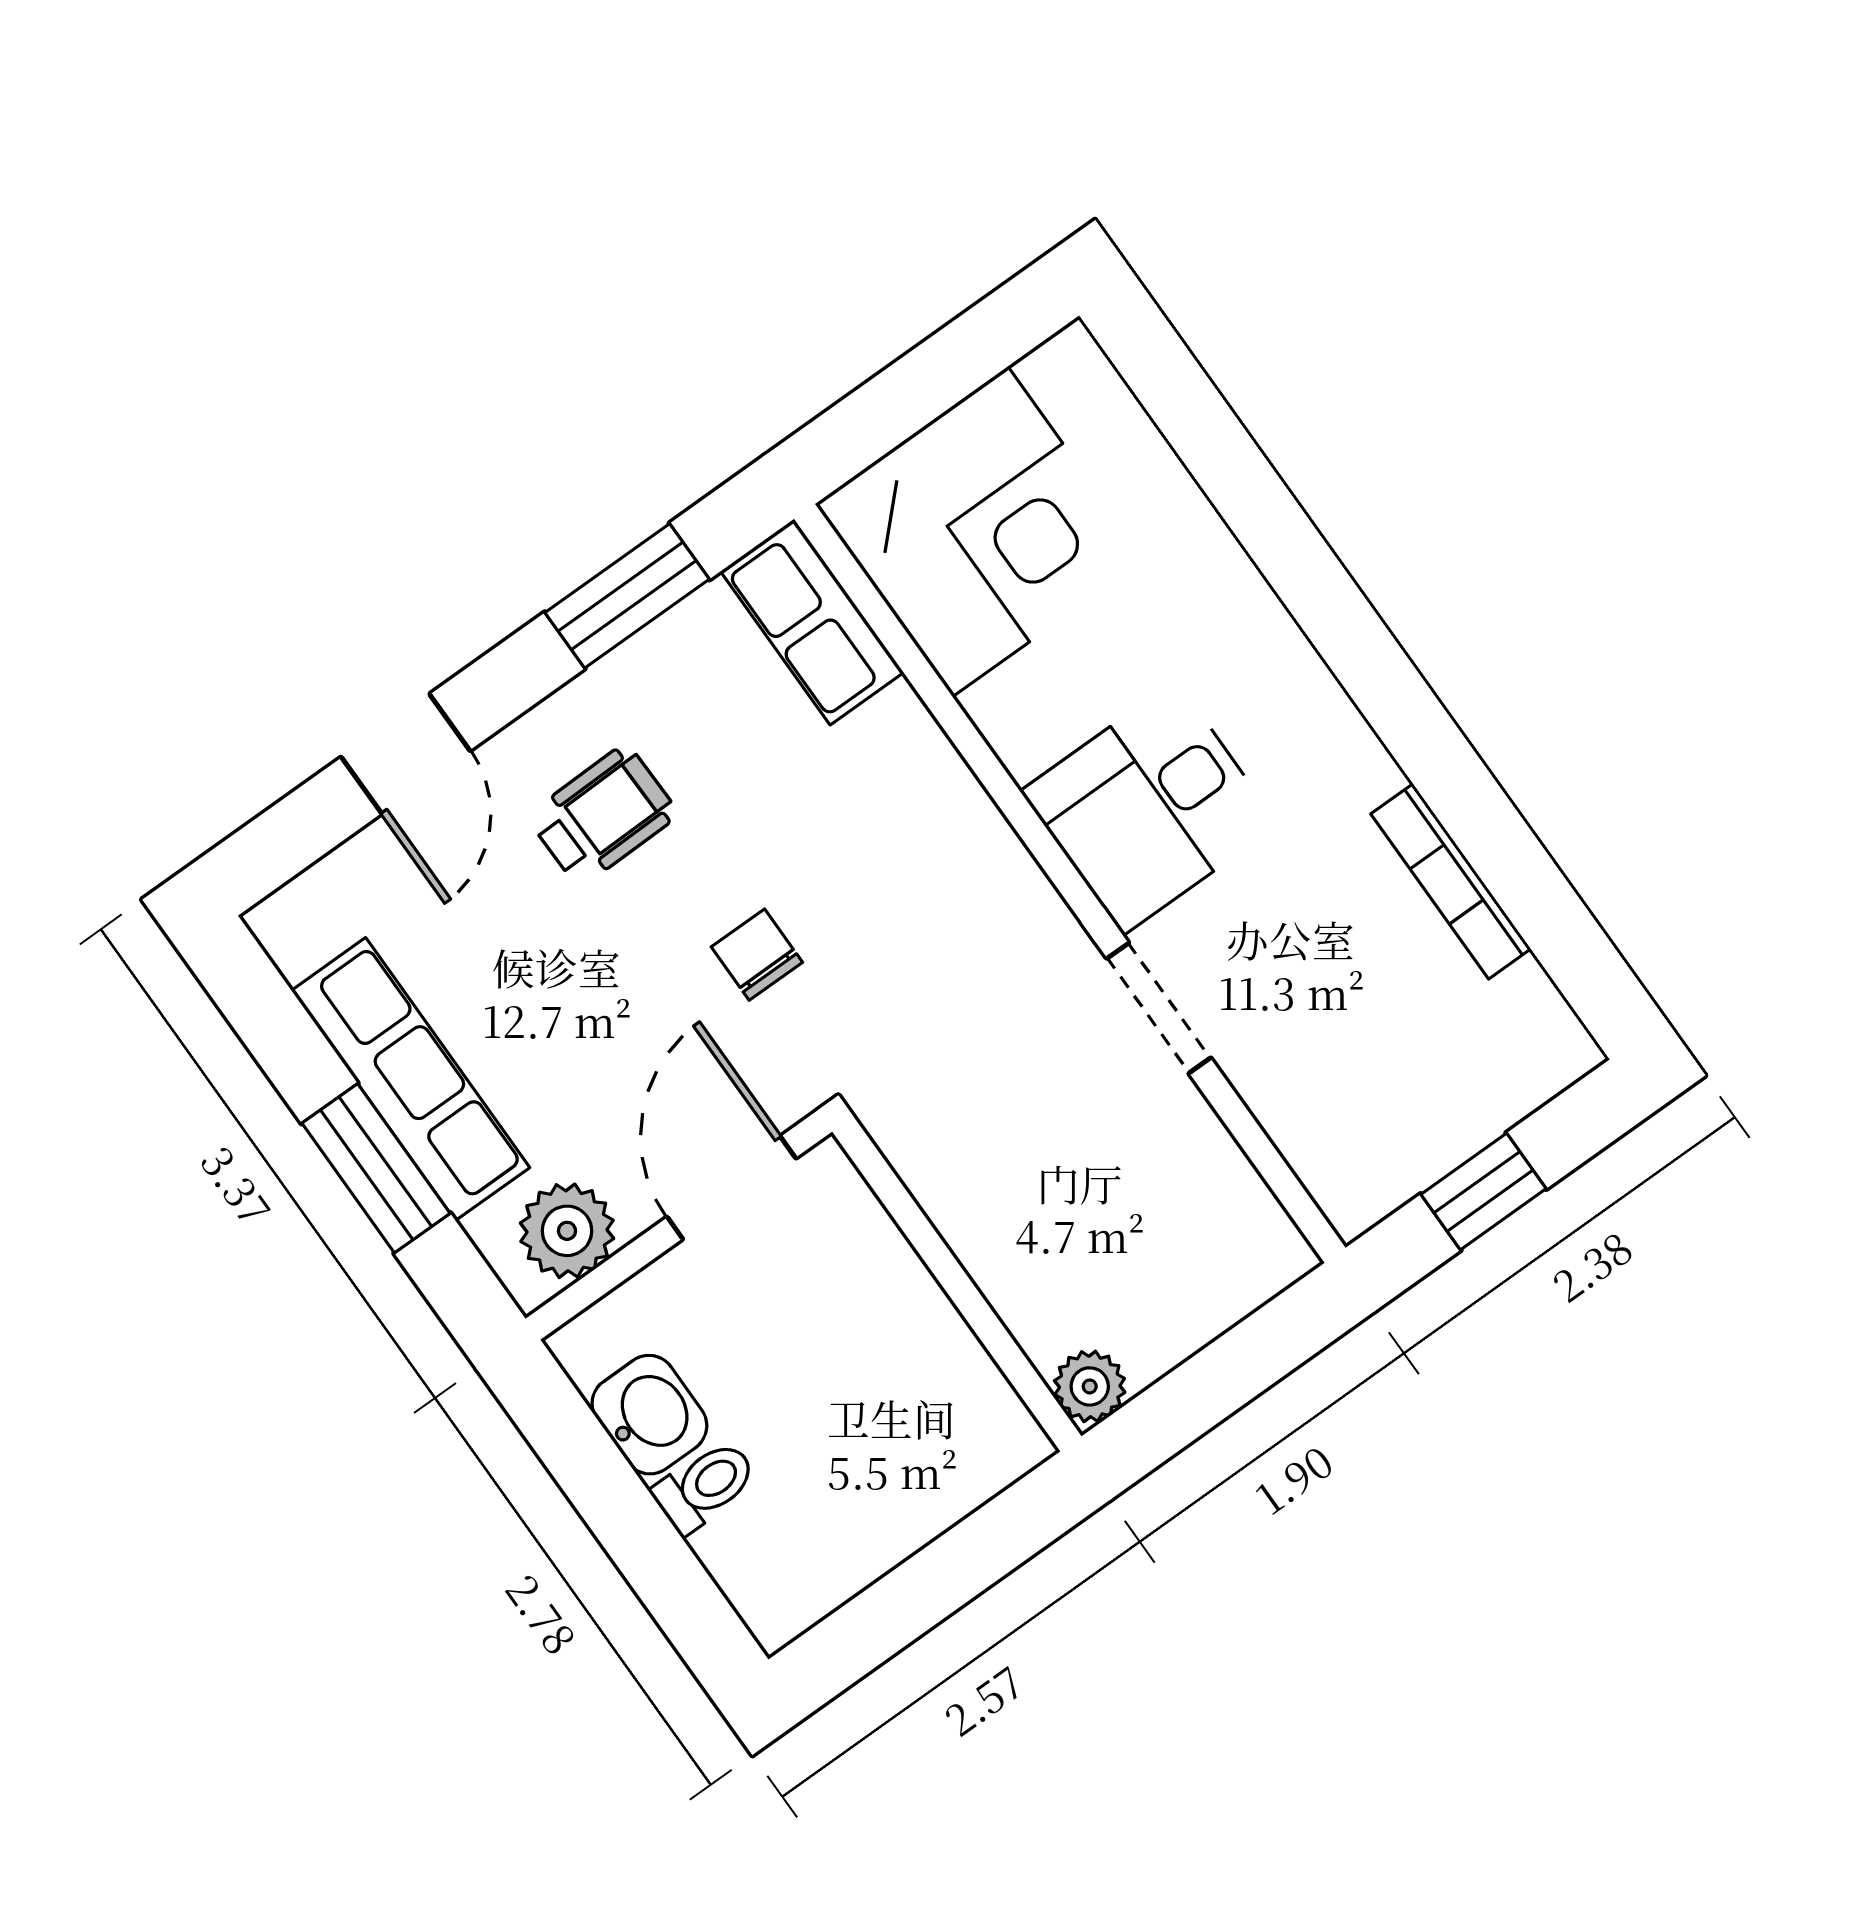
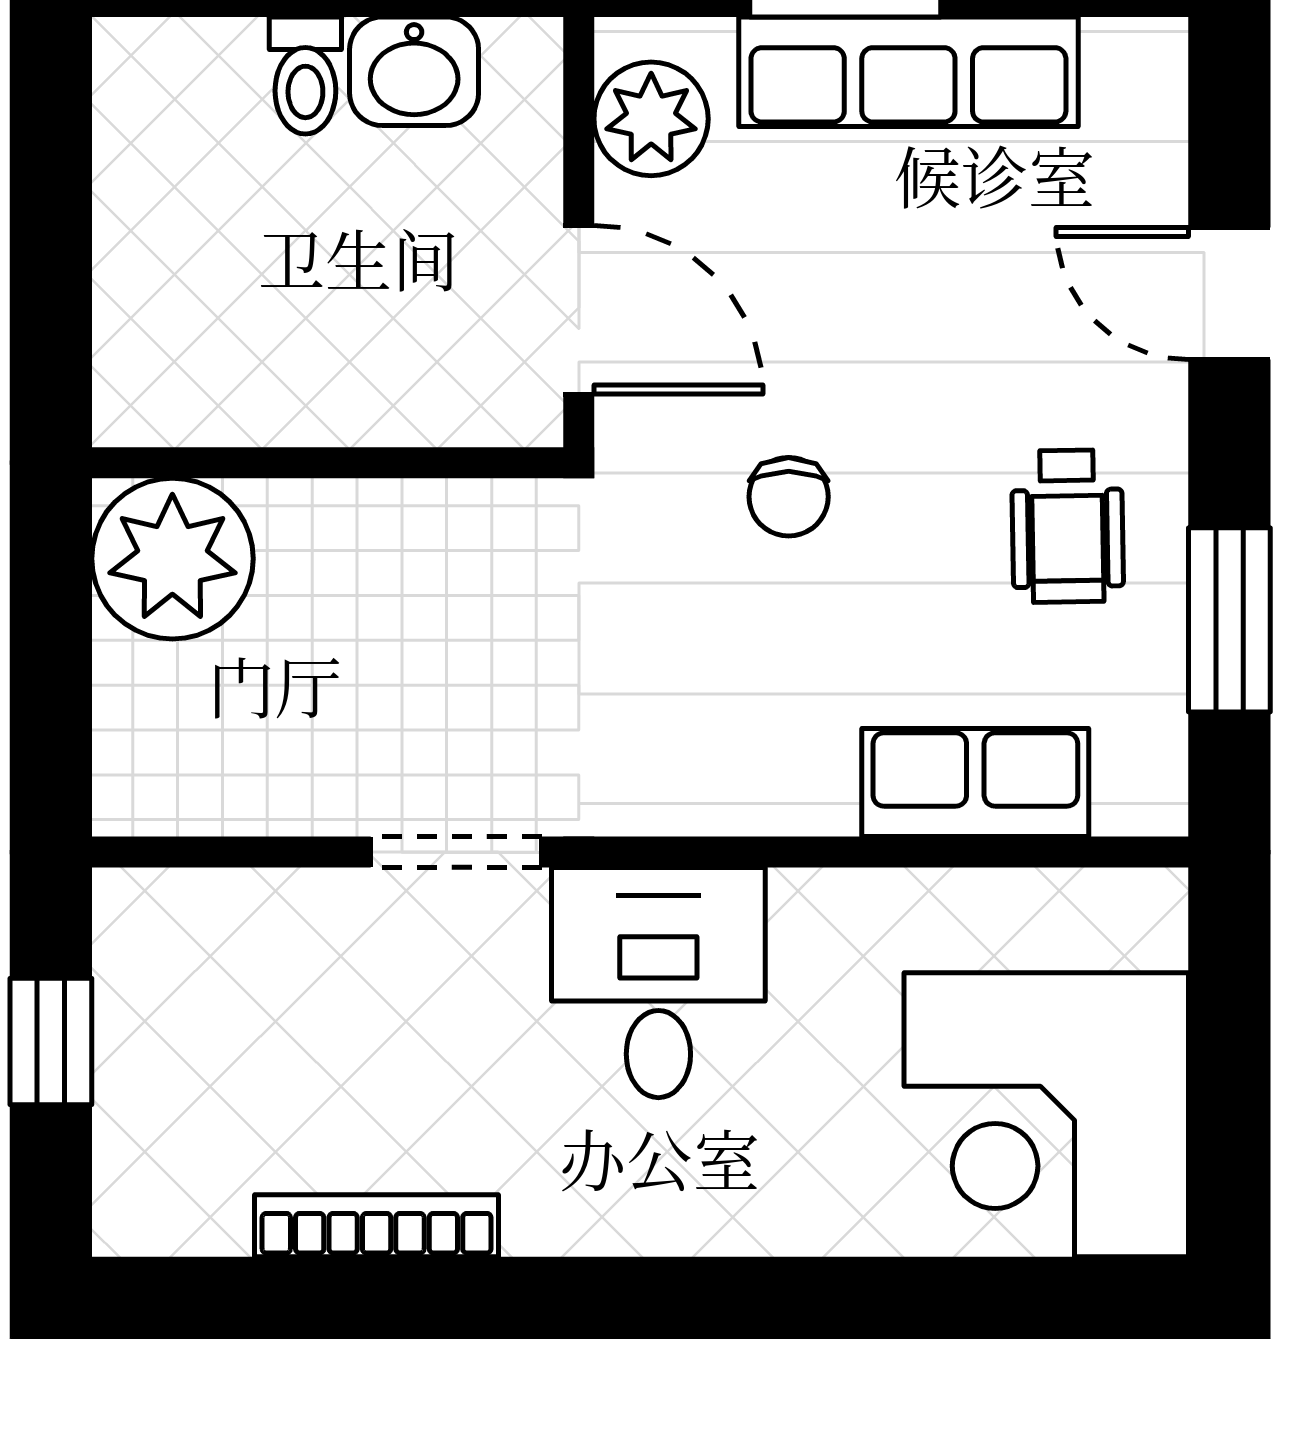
corner desk: (980, 532) -> (1046, 1115), moved
row of seats: (812, 622) -> (975, 783), moved
wheelchair: (603, 815) -> (1068, 526), moved
chair: (757, 955) -> (789, 497), turned 90
plant: (1090, 1386) -> (172, 559), width x1.88, depth x1.88

